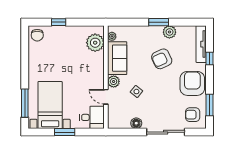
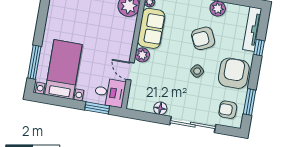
side table: (136, 92) -> (197, 71), moved
window: (65, 132) -> (97, 108), moved

